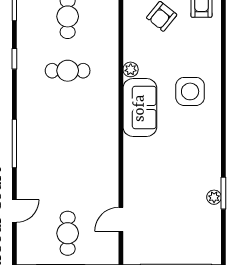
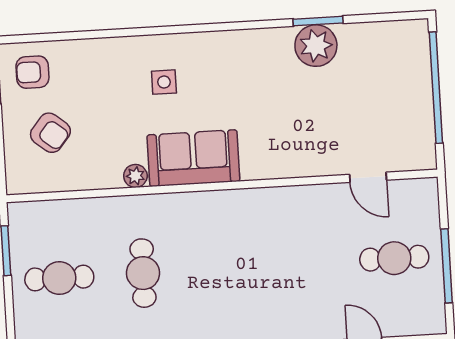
side table: (190, 91) -> (164, 82), width x0.54, depth x0.54
plant: (214, 197) -> (316, 46), width x1.87, depth x1.87

